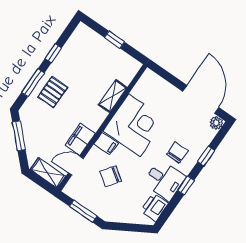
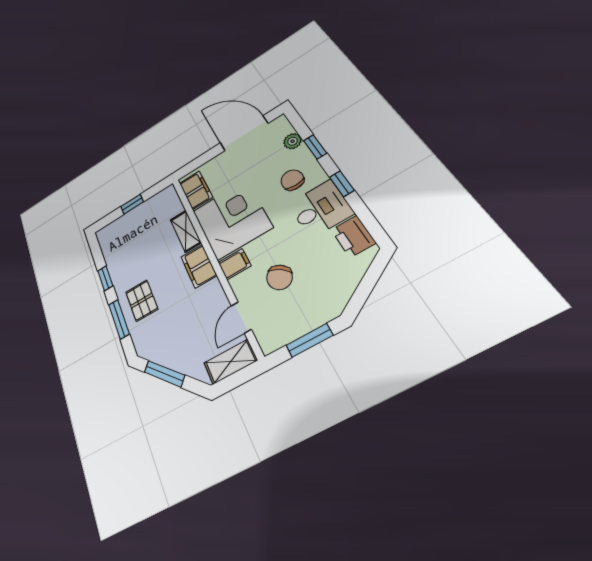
filing cabinet: (145, 86) -> (196, 190), added
plant: (216, 123) -> (292, 141), moved
filing cabinet: (80, 139) -> (199, 266), moved

